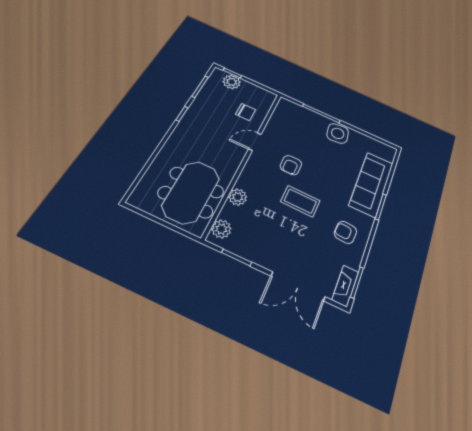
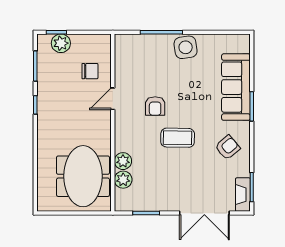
plant: (221, 229) -> (123, 180), moved
armchair: (345, 232) -> (227, 147), turned 136

